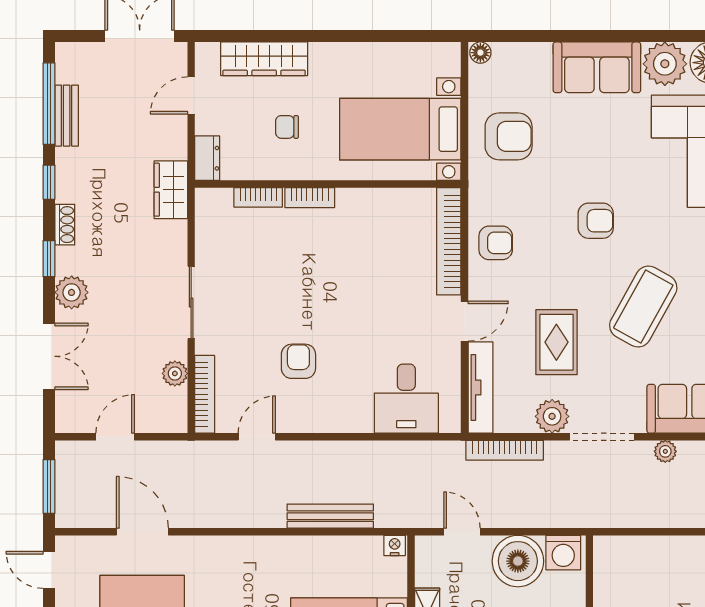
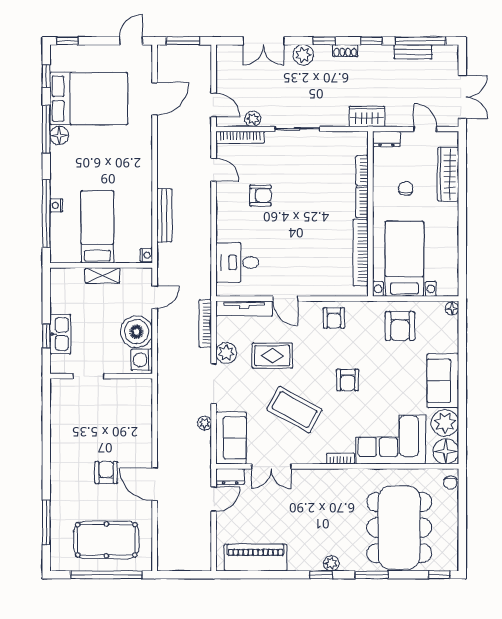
bookcase: (449, 241) -> (361, 253), moved, turned -90
door: (115, 437) -> (214, 105), moved

